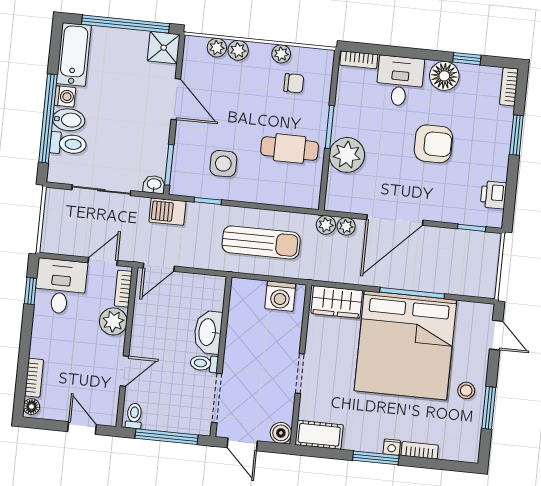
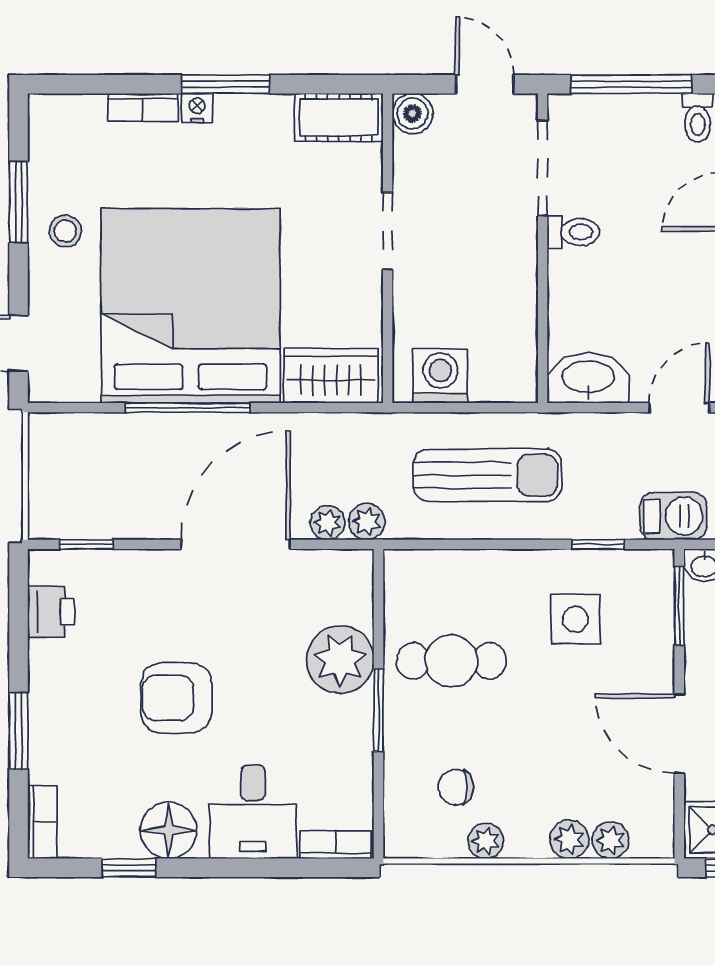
sun lounger: (261, 242) -> (488, 475), turned 180
washbasin: (208, 332) -> (588, 378), moved, turned -90

